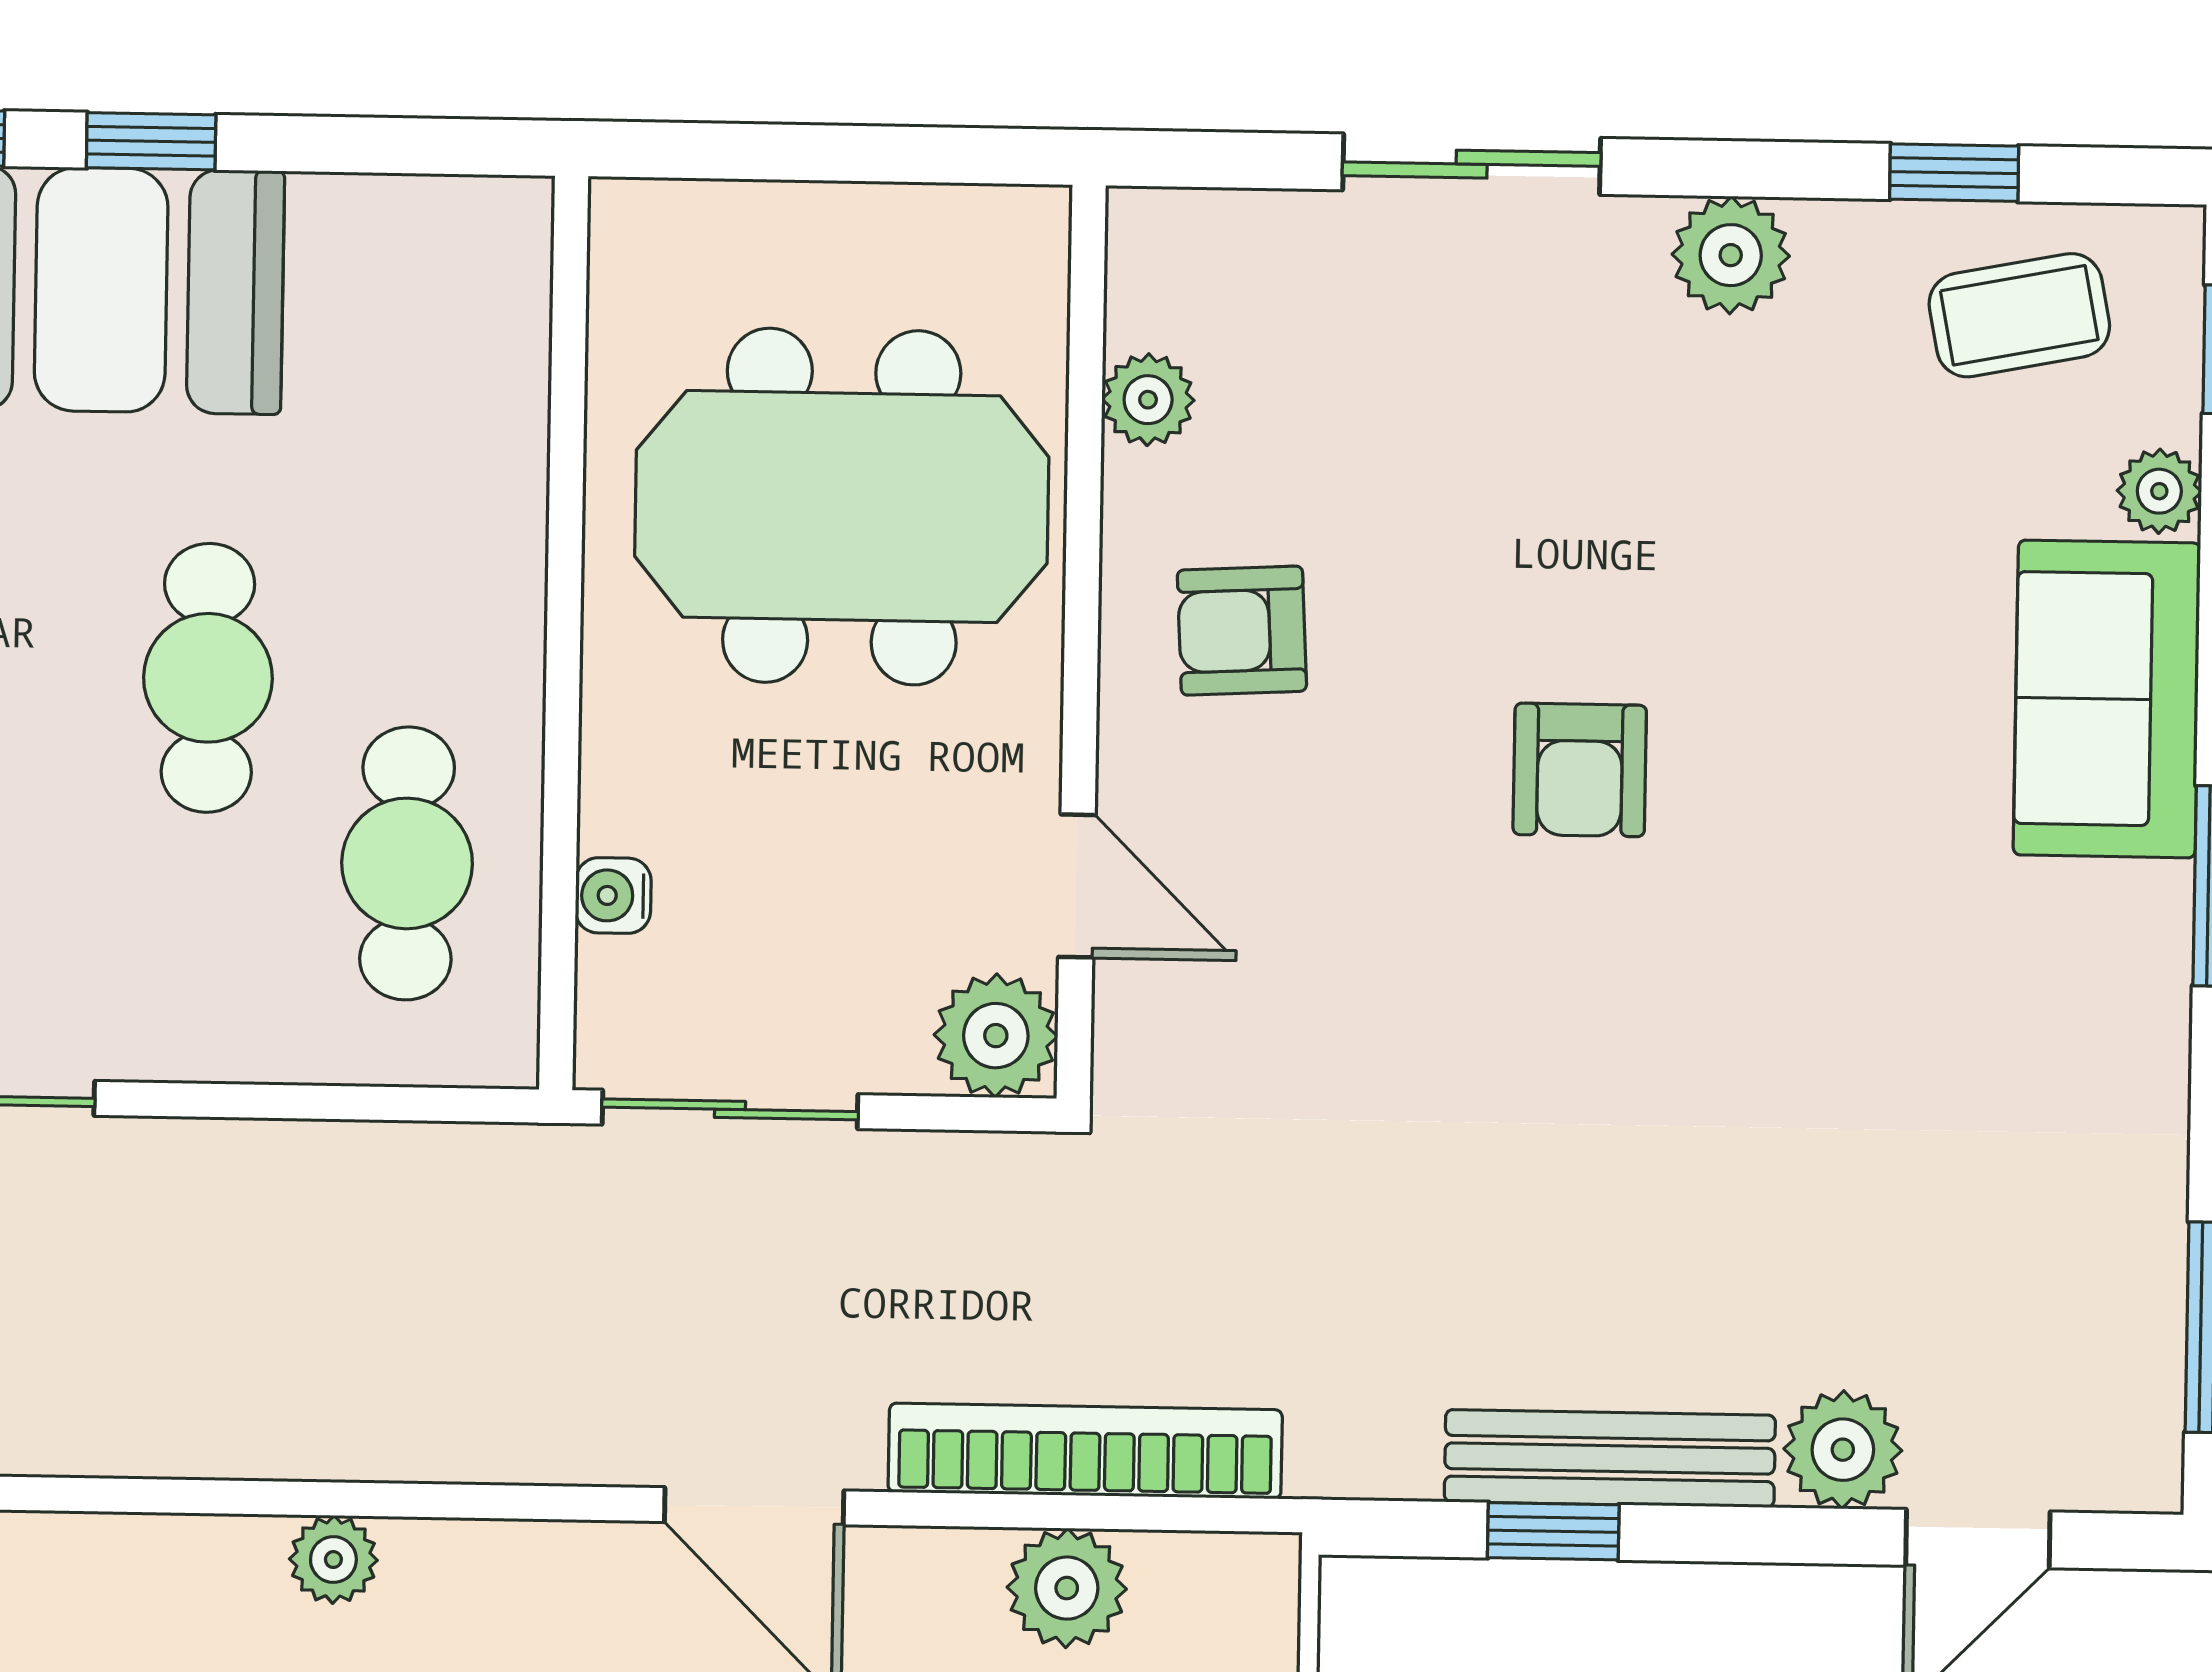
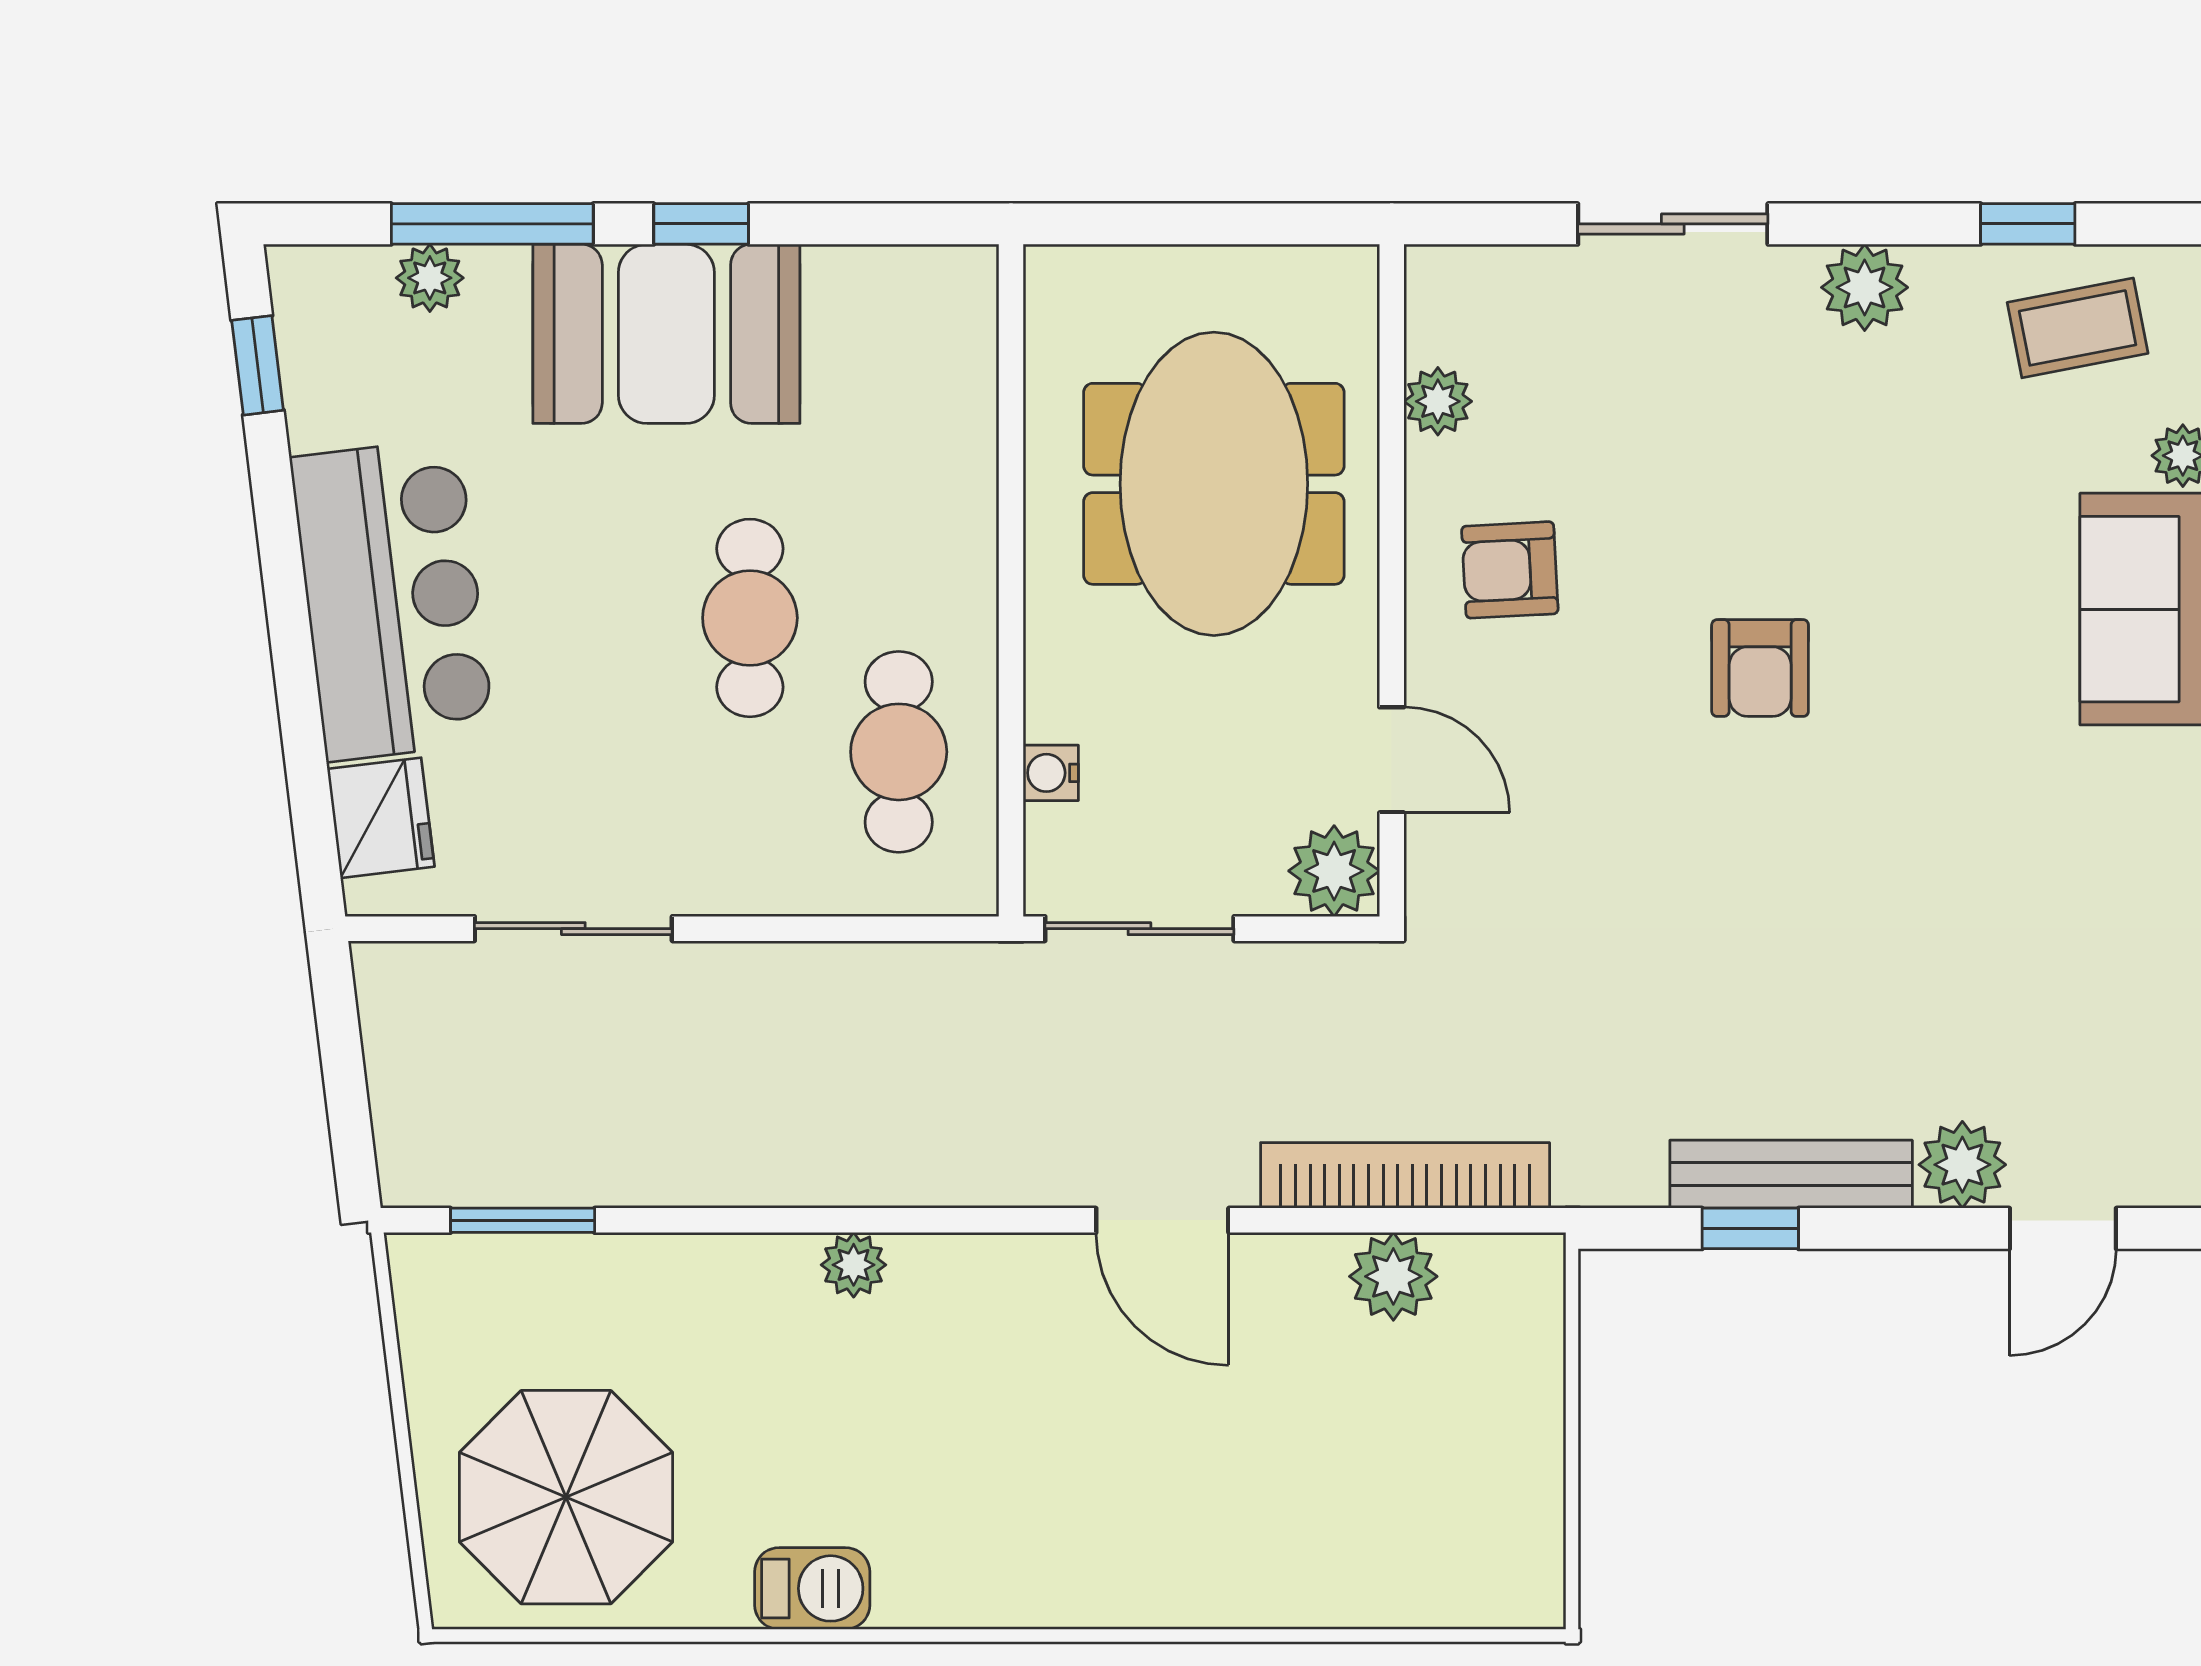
meeting table: (842, 507) -> (1214, 484), turned 90

